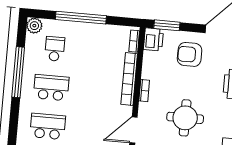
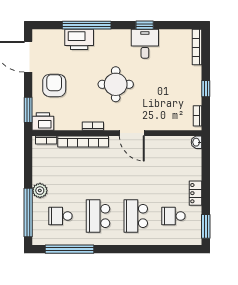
window: (81, 18) -> (28, 212), moved
plant: (34, 26) -> (40, 191), moved
armchair: (190, 54) -> (54, 85), turned 180
window: (18, 72) -> (69, 249), moved

